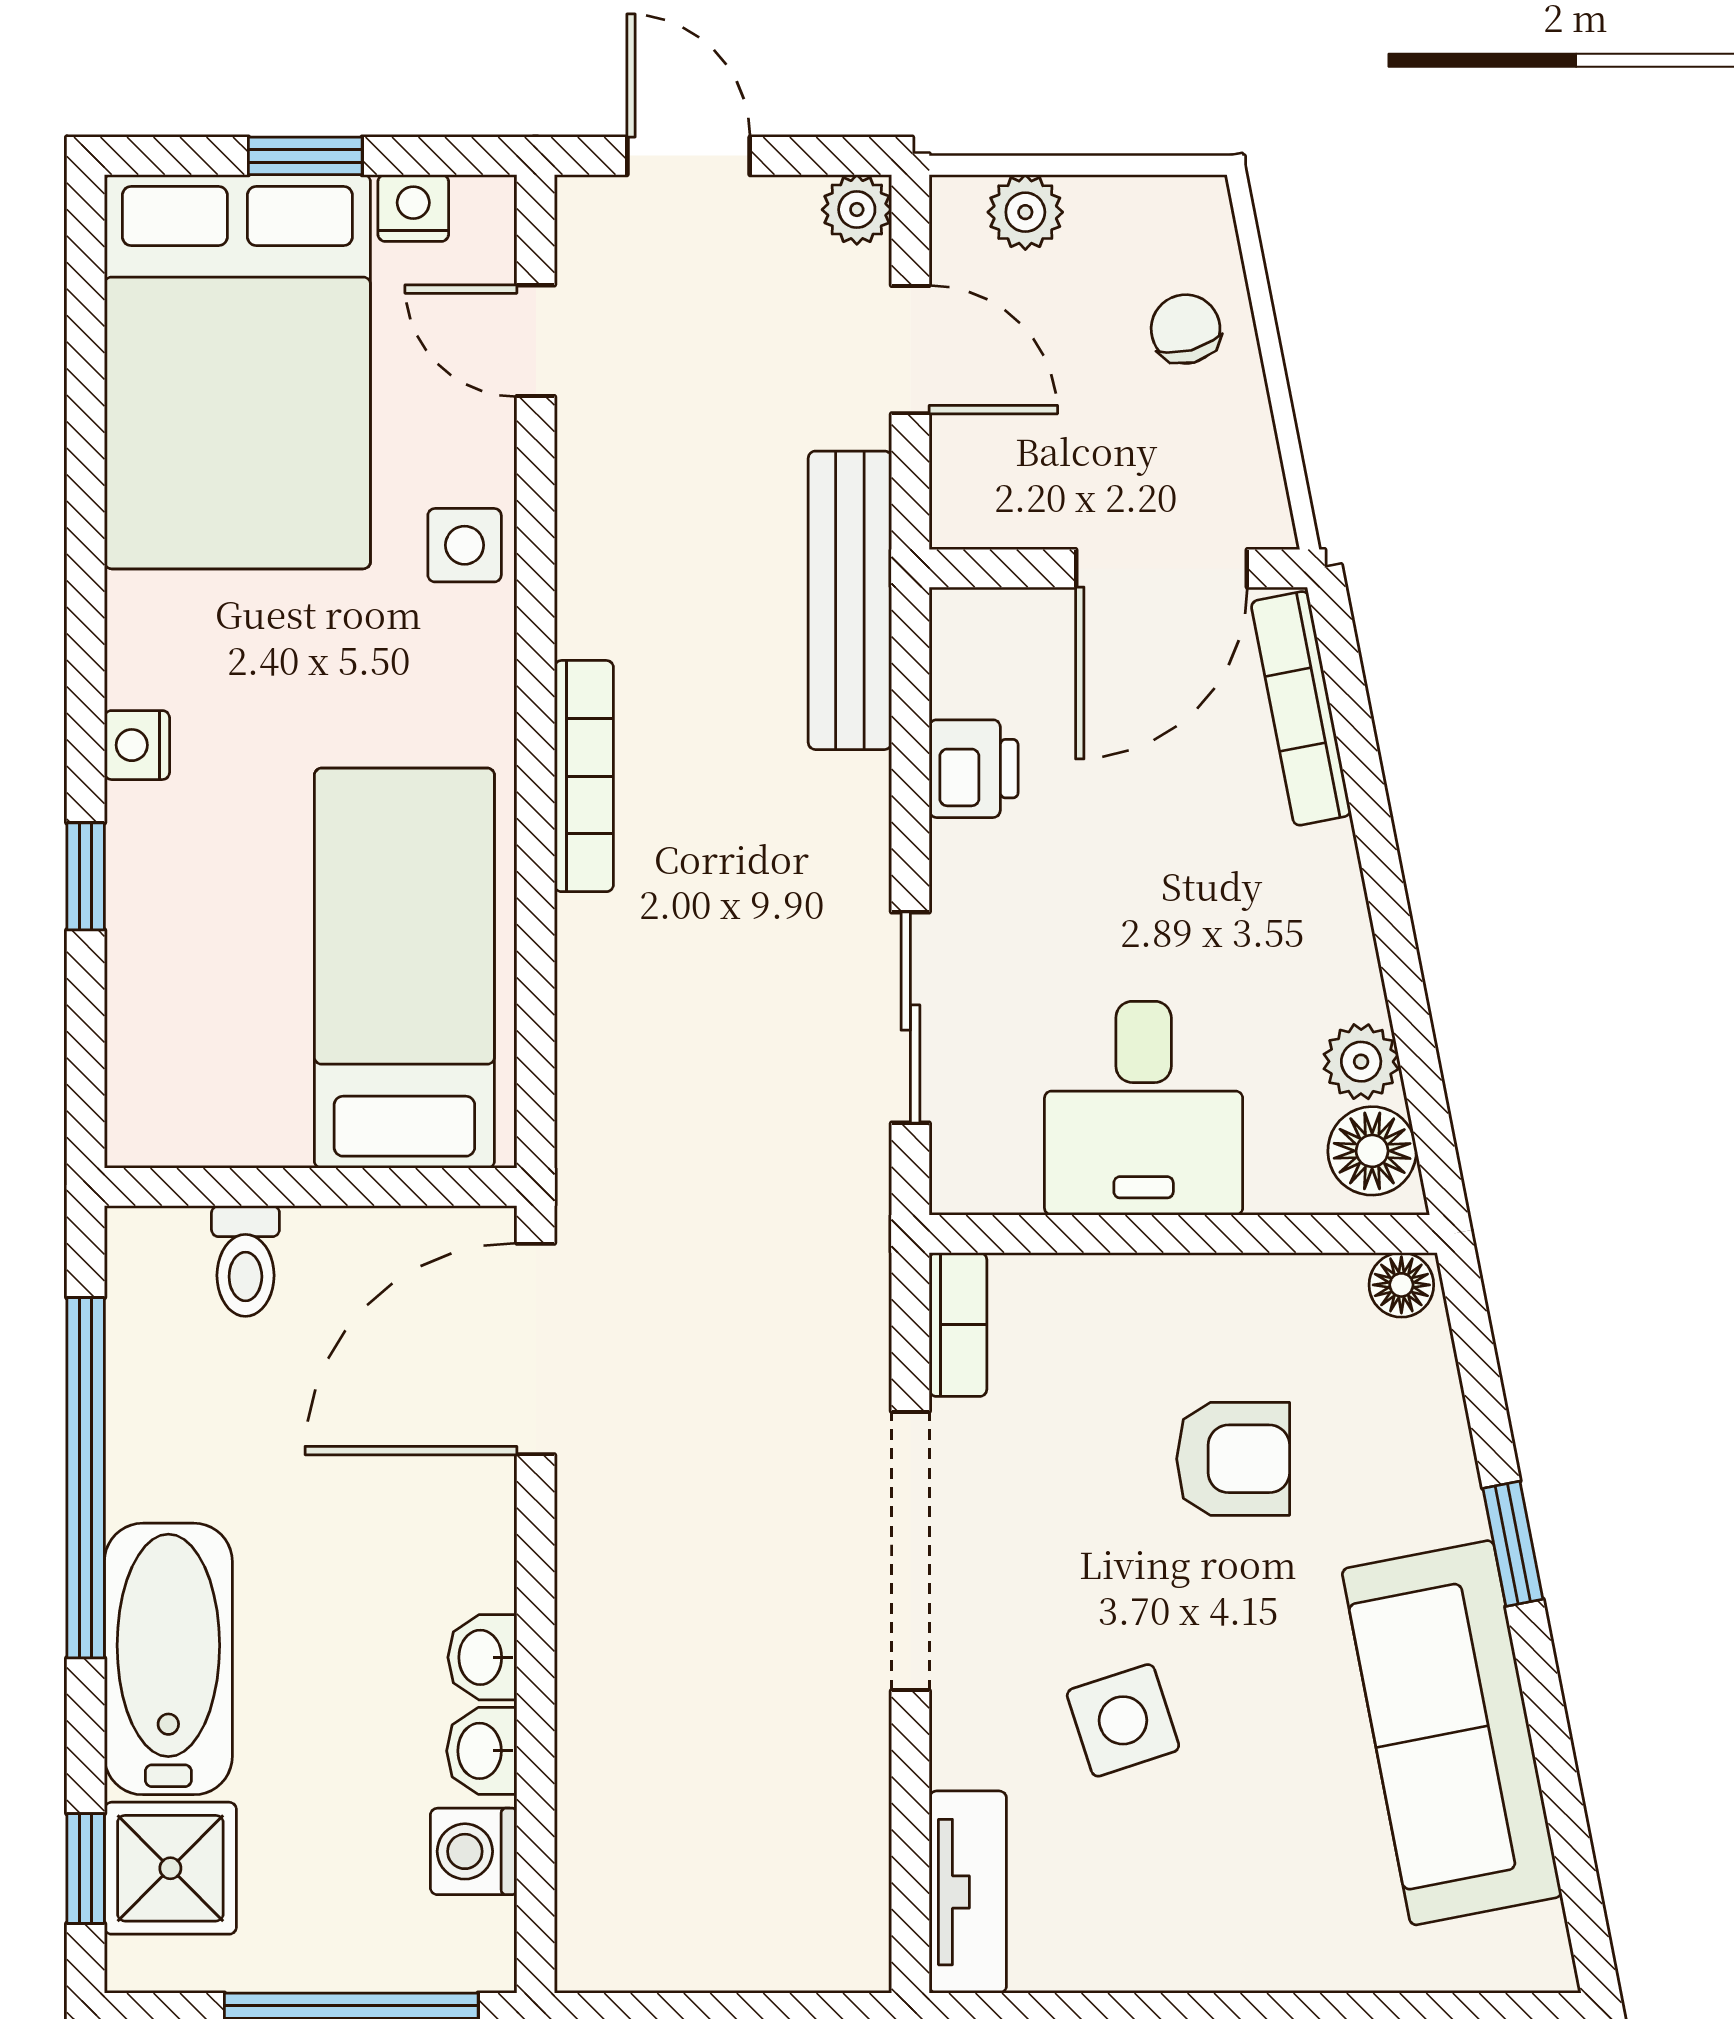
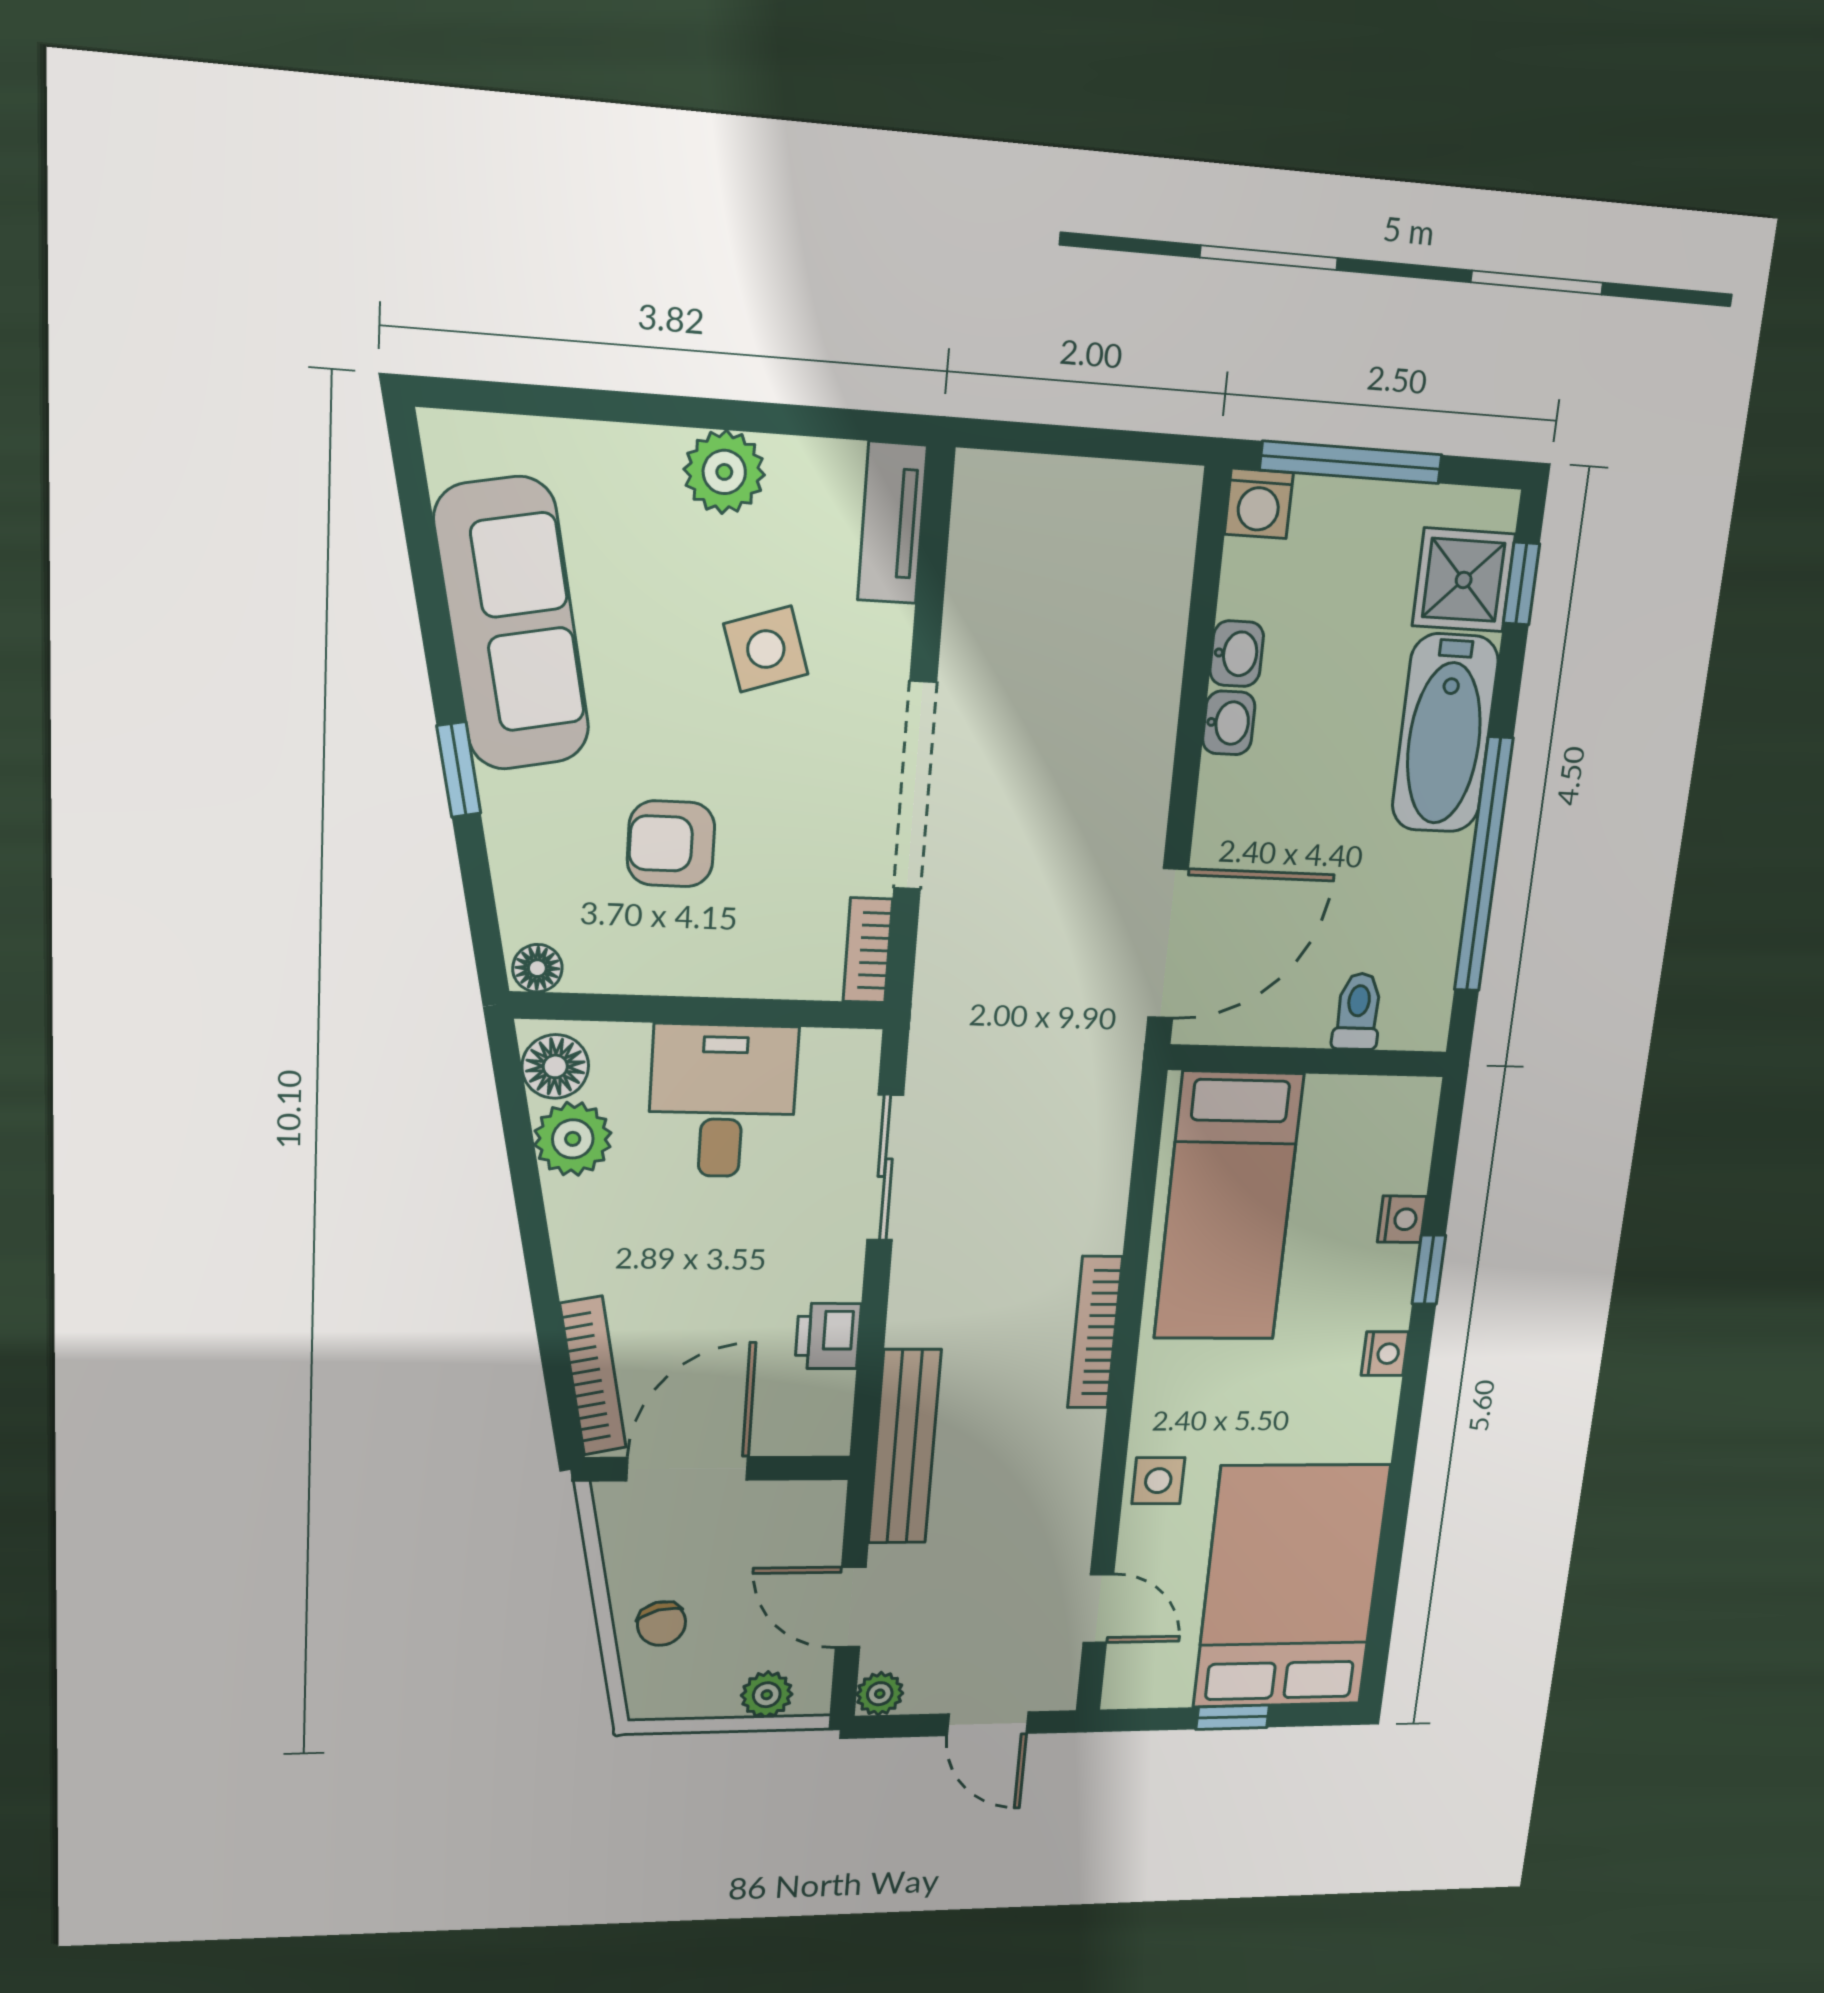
nightstand: (413, 208) -> (1402, 1219), moved, turned -90
plant: (1361, 1062) -> (573, 1139), width x1.38, depth x1.38
washing machine: (474, 1851) -> (1259, 504), moved, turned 90
plant: (1191, 1941) -> (724, 472), added

